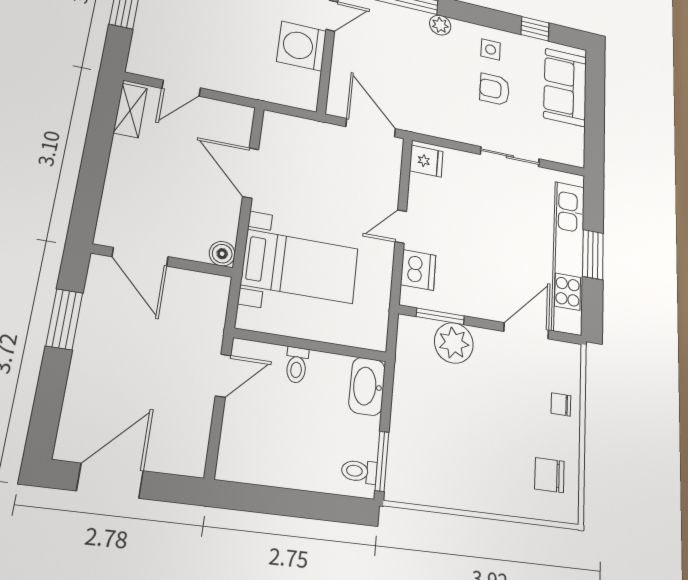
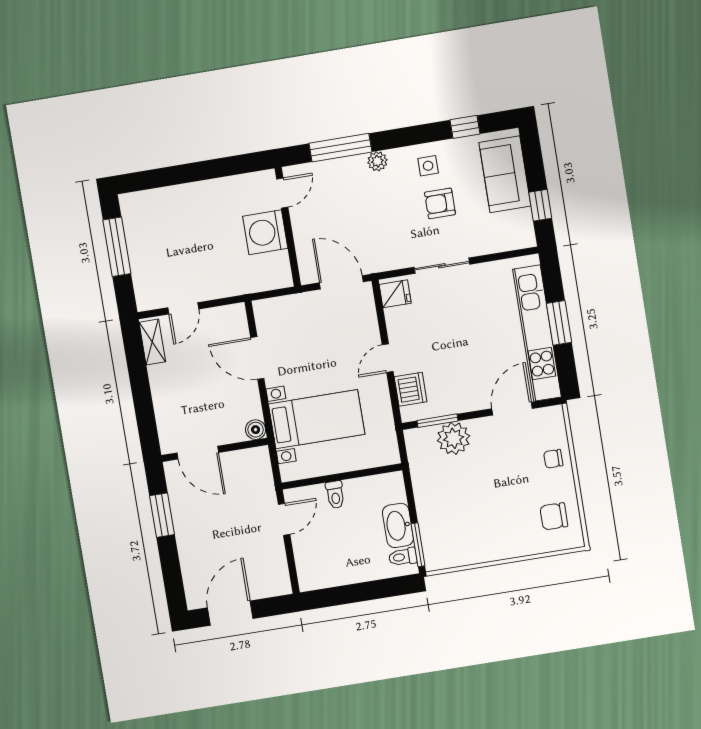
window: (594, 130) -> (540, 205), added
sliding door: (510, 157) -> (442, 266), moved
washbasin: (367, 386) -> (398, 525), moved

